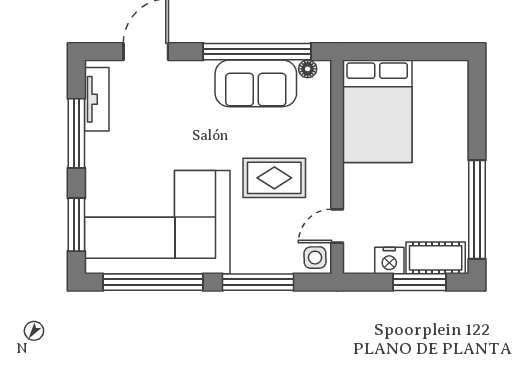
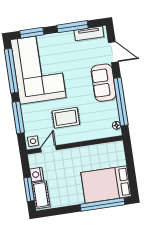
sofa: (256, 83) -> (104, 83), moved
bed: (377, 111) -> (106, 184), moved
rug: (274, 178) -> (66, 118), turned 90
window: (477, 210) -> (102, 205), moved
door: (337, 226) -> (48, 149), hinge flipped

